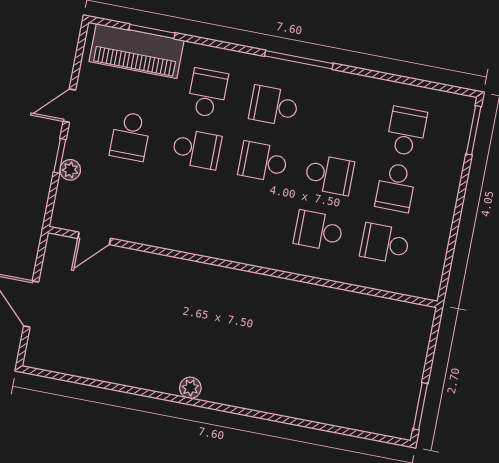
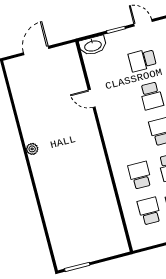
plant: (70, 170) -> (111, 38), removed
washbasin: (68, 206) -> (93, 46), added
door: (94, 238) -> (92, 98), moved

